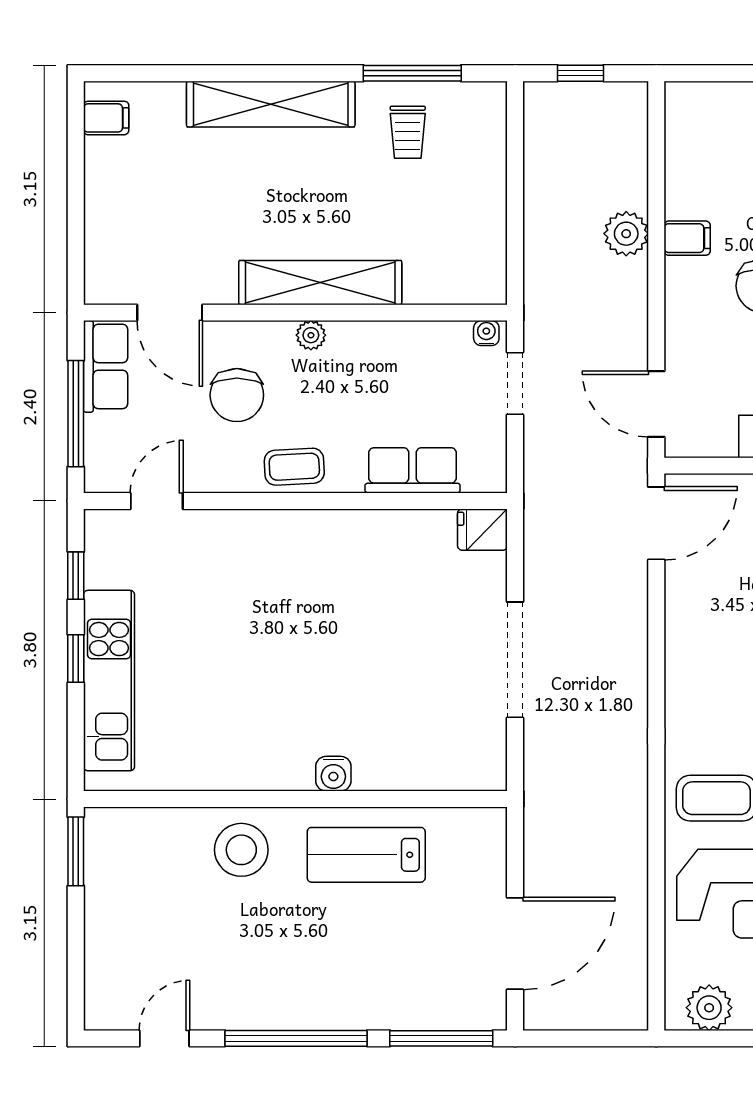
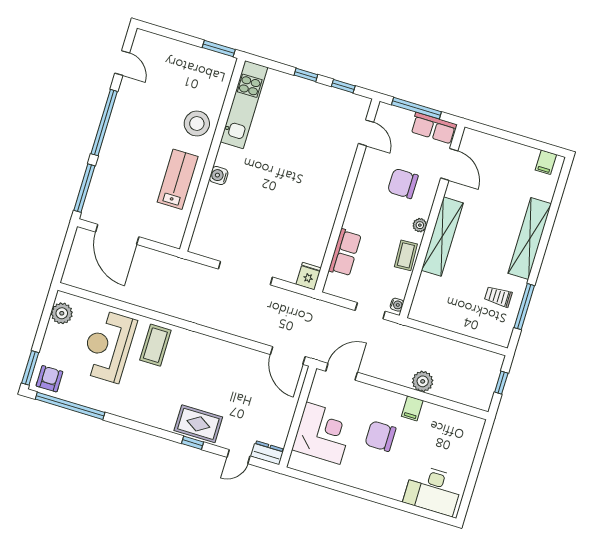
door: (170, 313) -> (449, 164), swing flipped
coffee table: (294, 467) -> (406, 255), moved
kitchen unit: (109, 681) -> (244, 105), moved, turned -90

